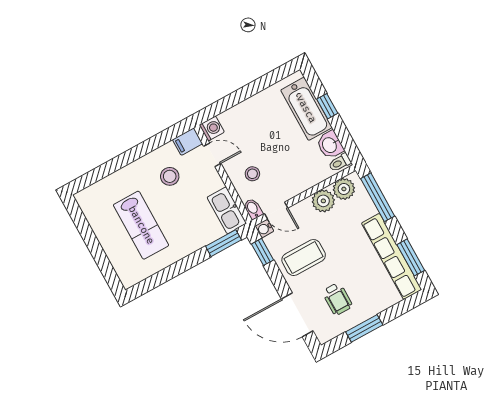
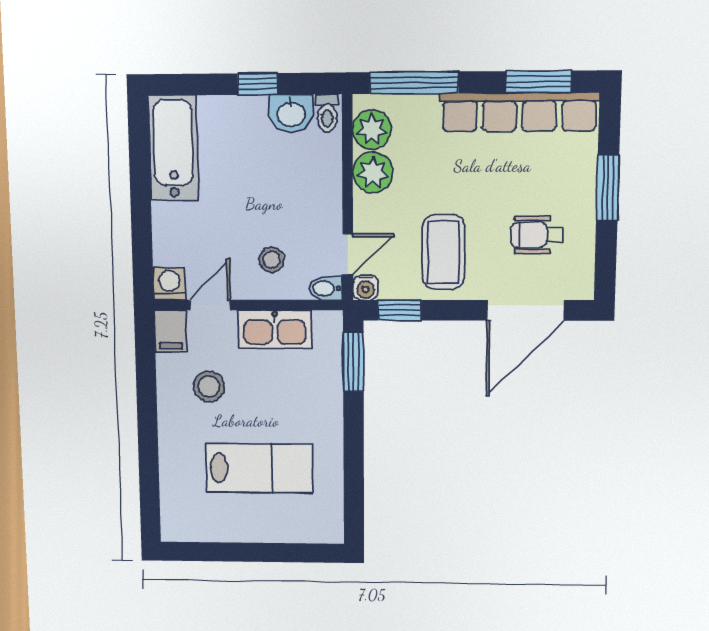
window: (327, 106) -> (258, 84), moved
bathtub: (306, 109) -> (173, 148), moved, turned -90
kitchen sink: (227, 210) -> (275, 329), moved
wheelchair: (337, 299) -> (537, 235), turned 180
window: (364, 328) -> (608, 188), moved

